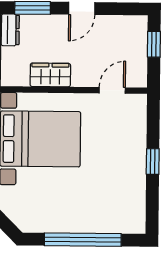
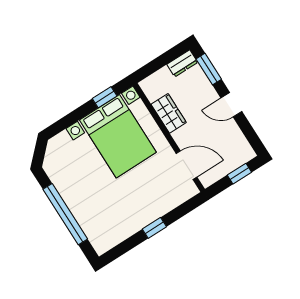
door: (112, 90) -> (187, 165), width x1.38

